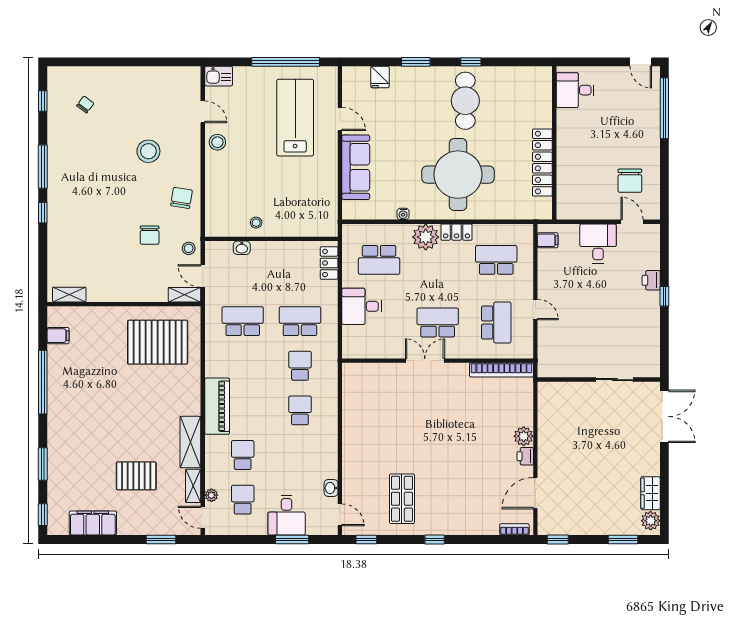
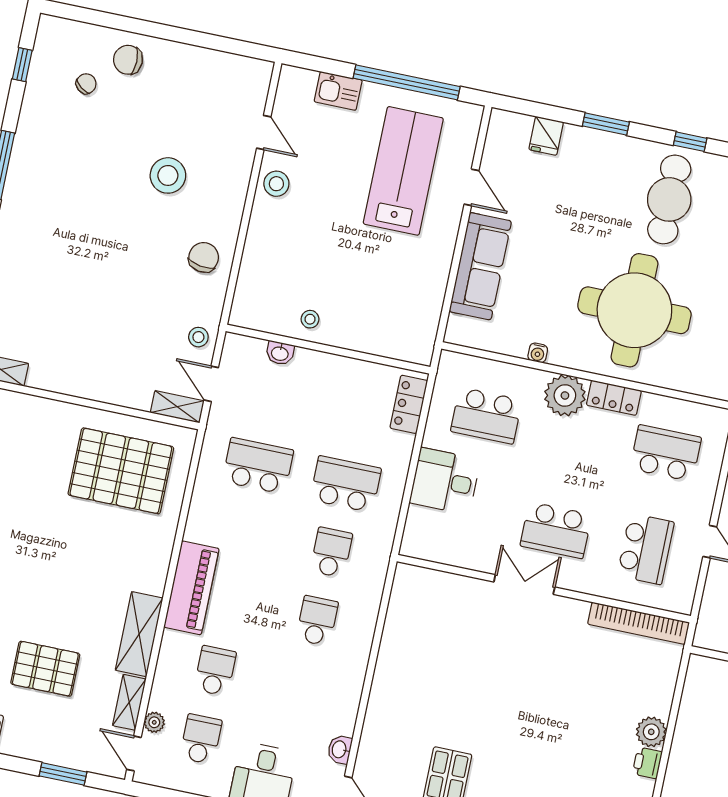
kitchen sink: (219, 76) -> (338, 91), moved
chair: (150, 235) -> (128, 60), moved, turned 90
school desk: (438, 323) -> (556, 530), turned 180

